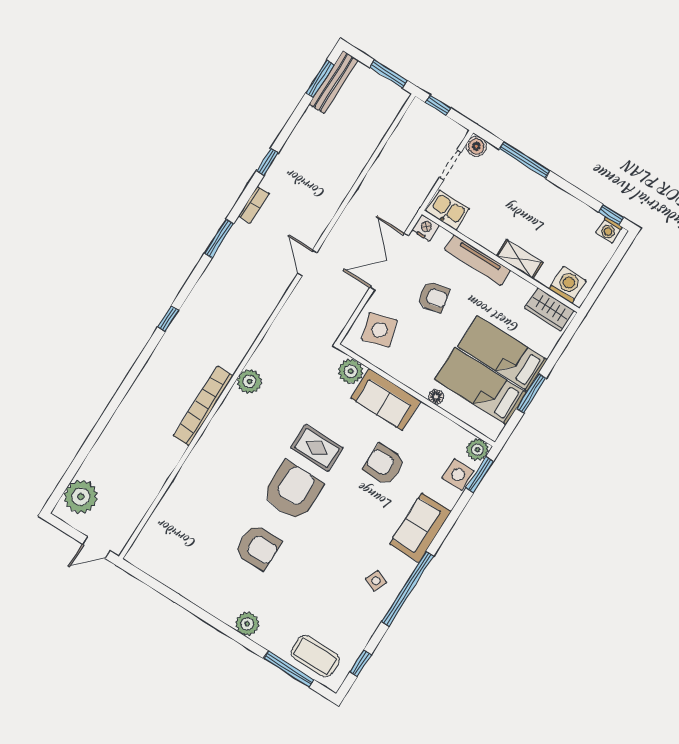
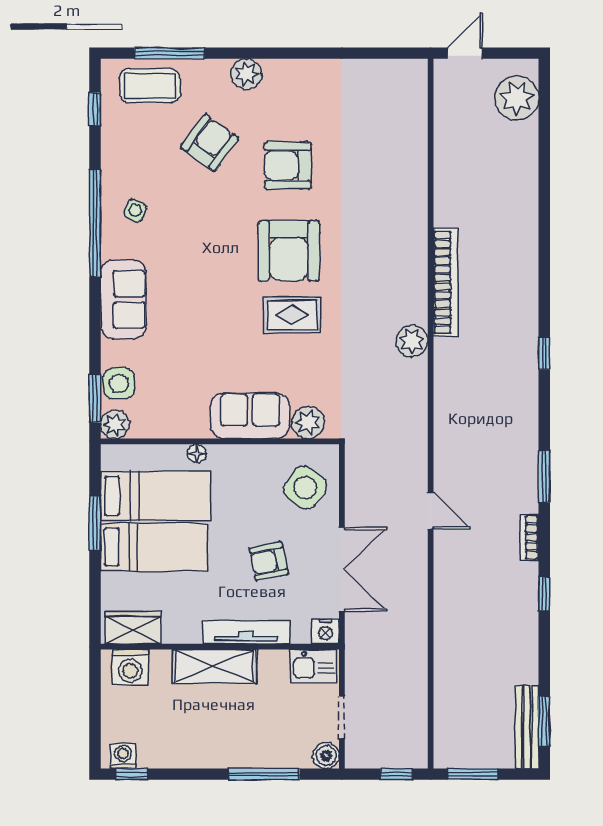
shelving: (520, 259) -> (214, 666), width x1.50, depth x1.33
side table: (379, 330) -> (305, 488), turned -35
armchair: (384, 465) -> (210, 143), moved, turned -54

